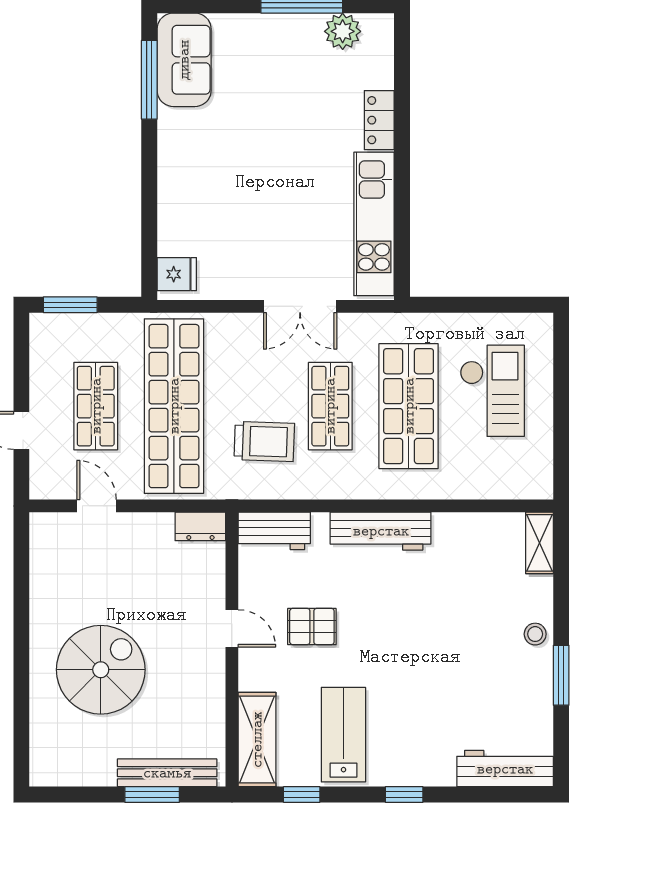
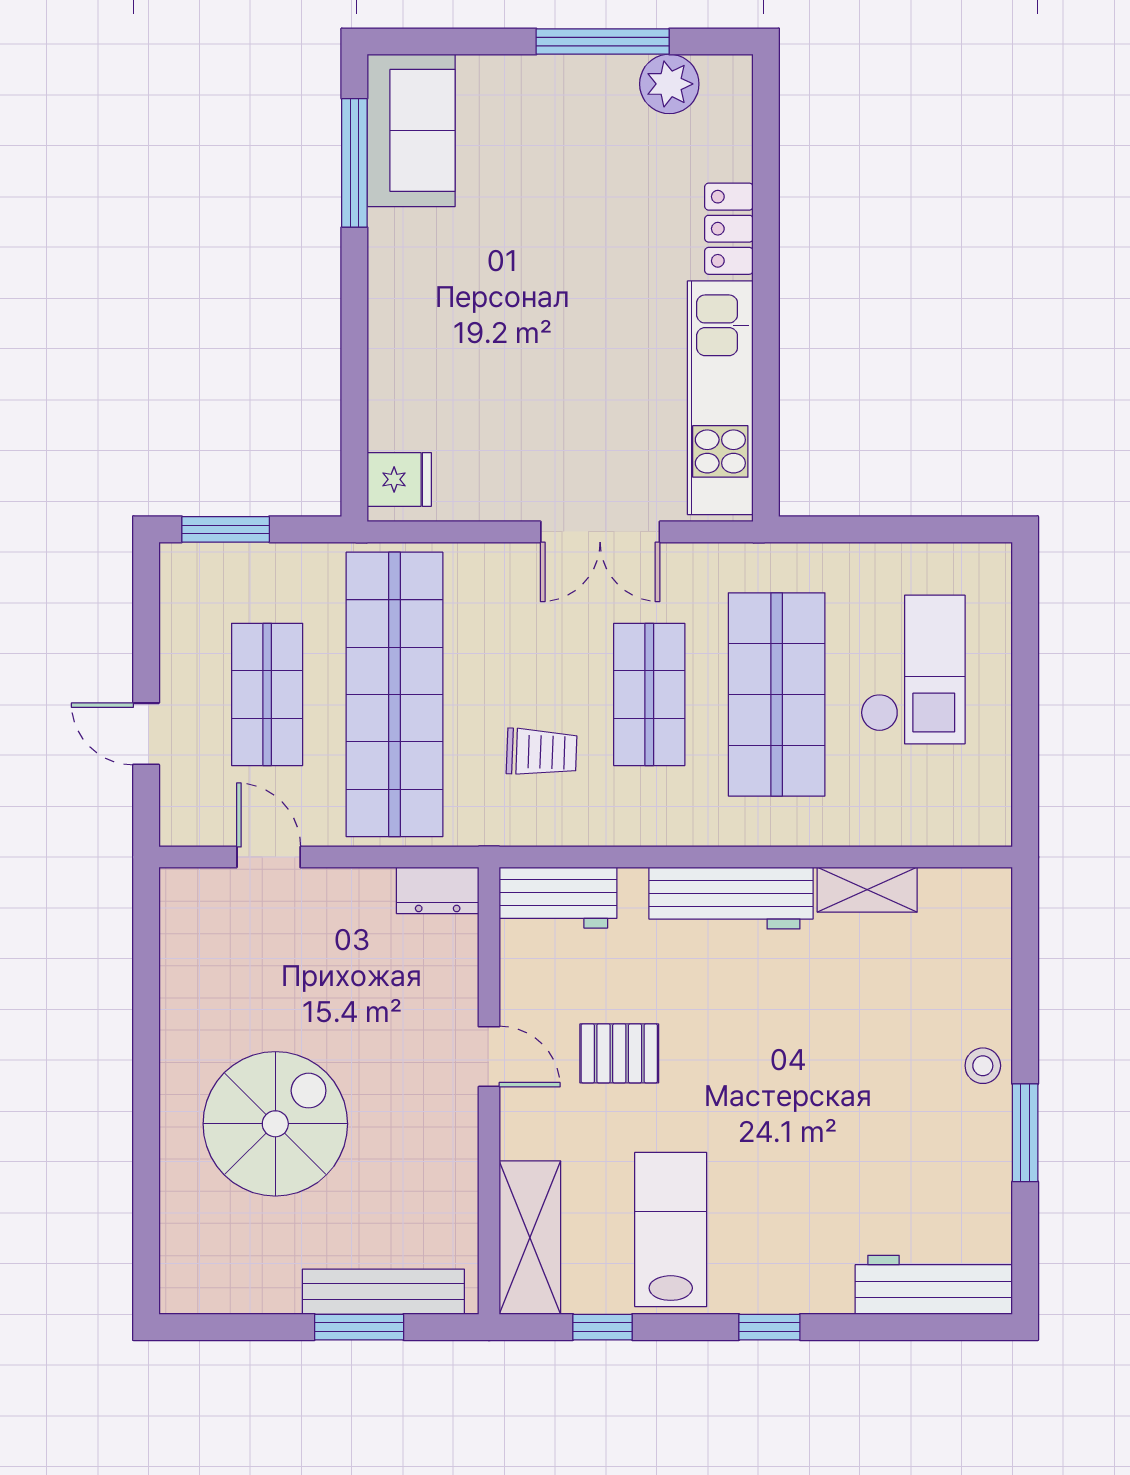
trolley: (264, 441) -> (542, 752), width x0.73, depth x0.72
shelving: (539, 543) -> (867, 890), moved, turned 90

